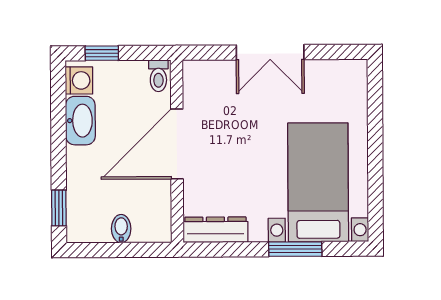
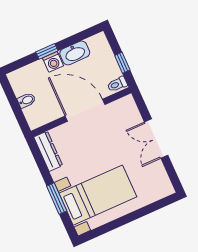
window: (102, 53) -> (122, 63), moved
washing machine: (79, 80) -> (53, 62), moved
window: (59, 208) -> (47, 51), moved

